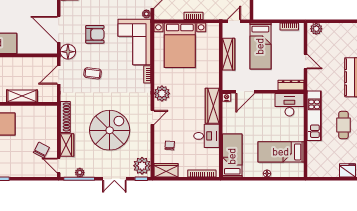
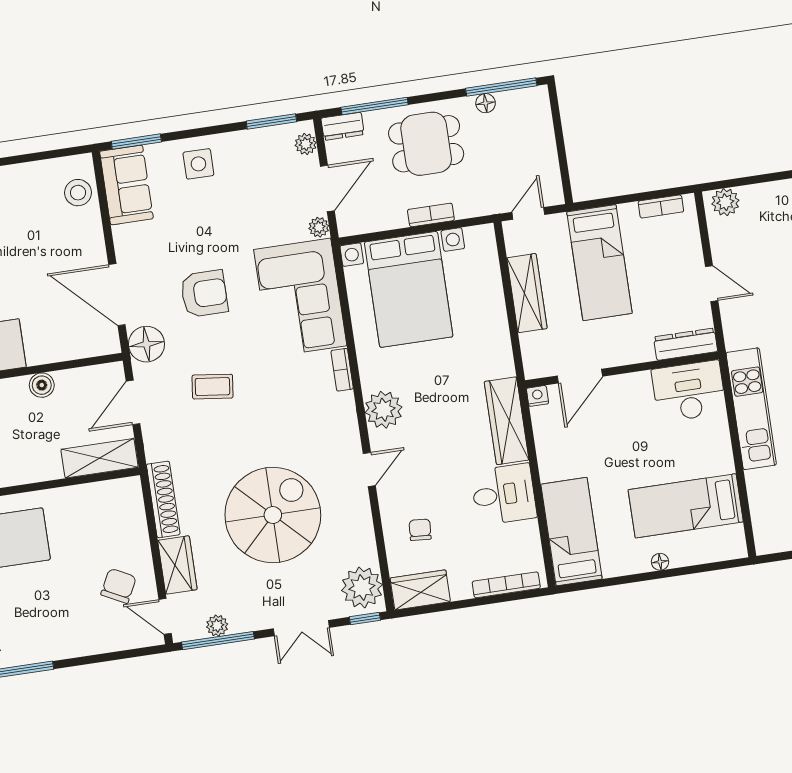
boiler: (22, 62) -> (42, 385), added
shelving: (22, 96) -> (100, 458), moved

